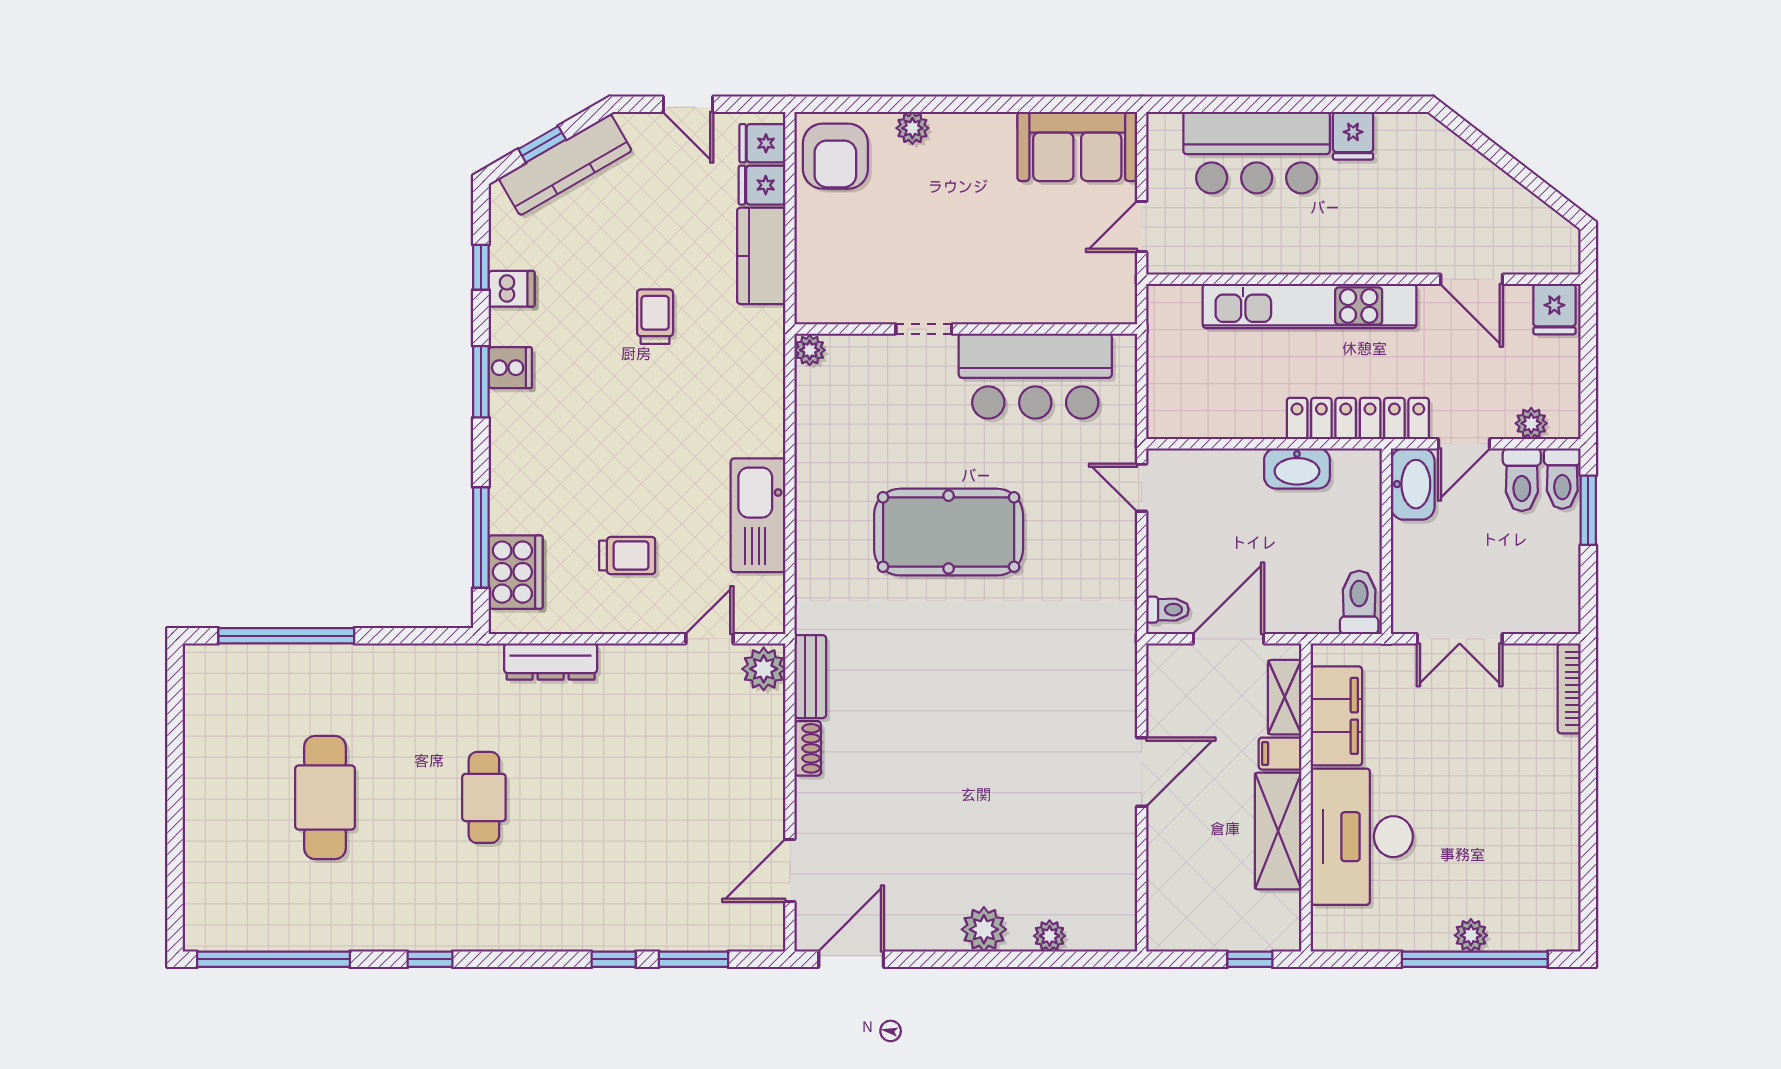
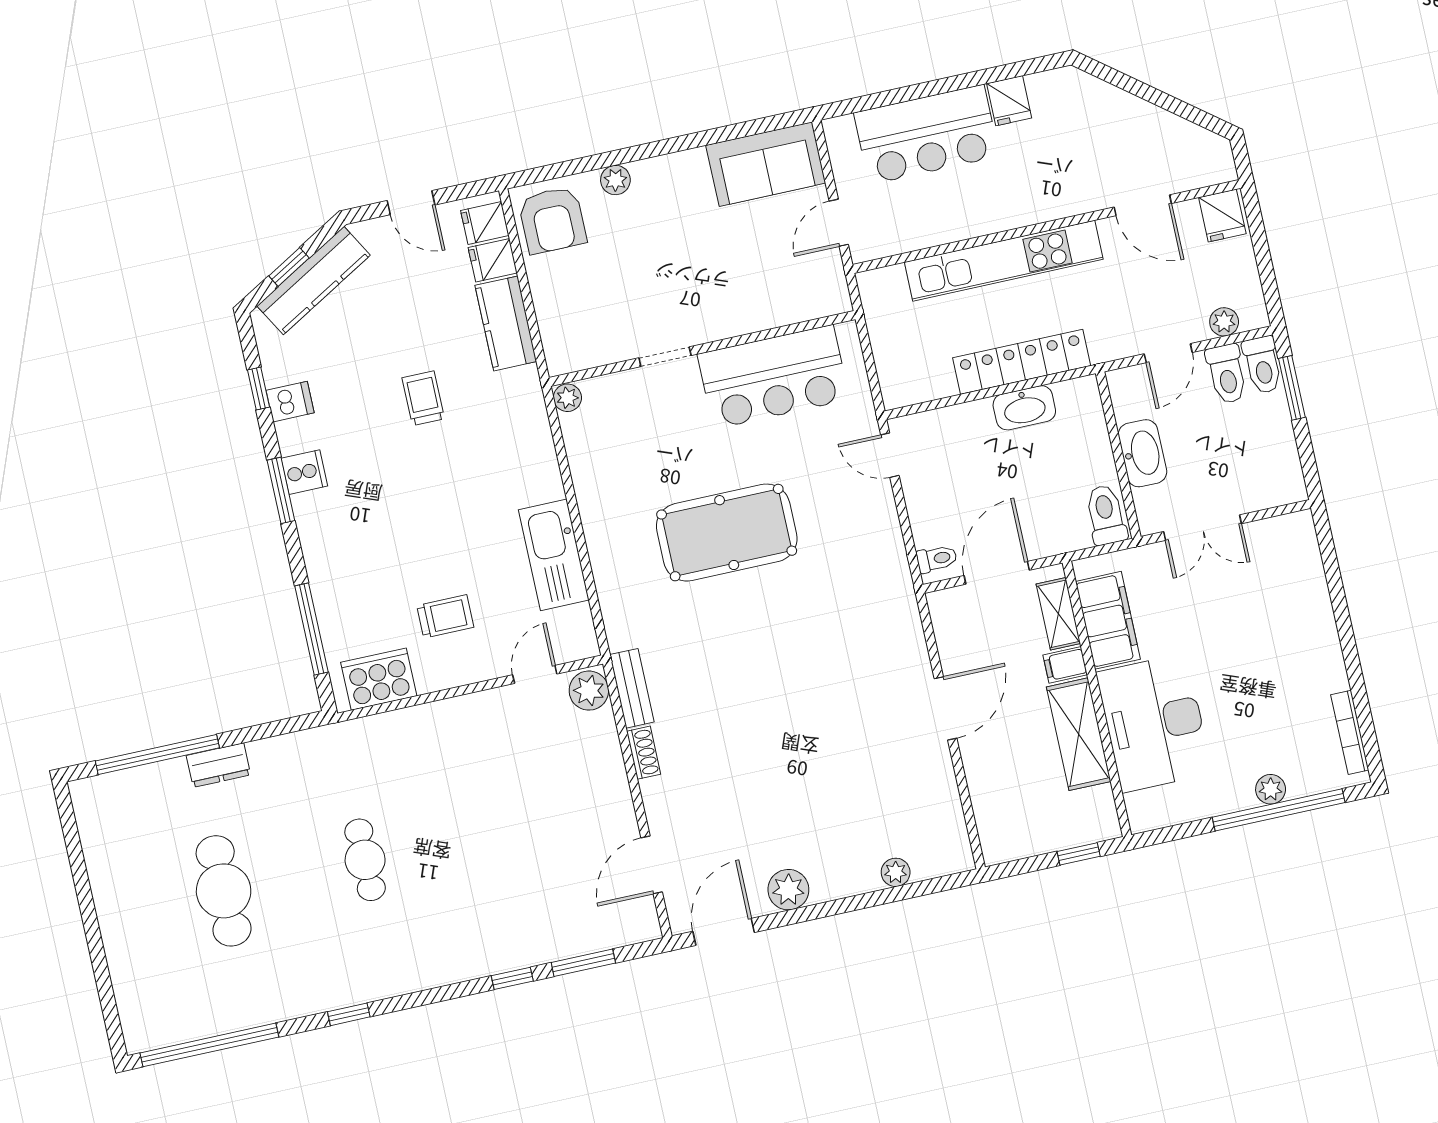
locker: (1358, 419) -> (1022, 362), moved
washbasin: (1413, 484) -> (1142, 453), moved
cooker: (516, 572) -> (379, 679), moved, turned -90
dresser: (551, 662) -> (218, 765), moved, width x0.70
bookcase: (1569, 688) -> (1350, 732), moved
plant: (984, 929) -> (788, 890), moved

